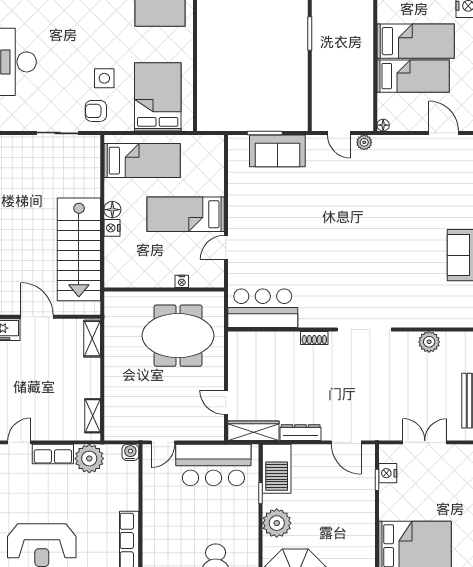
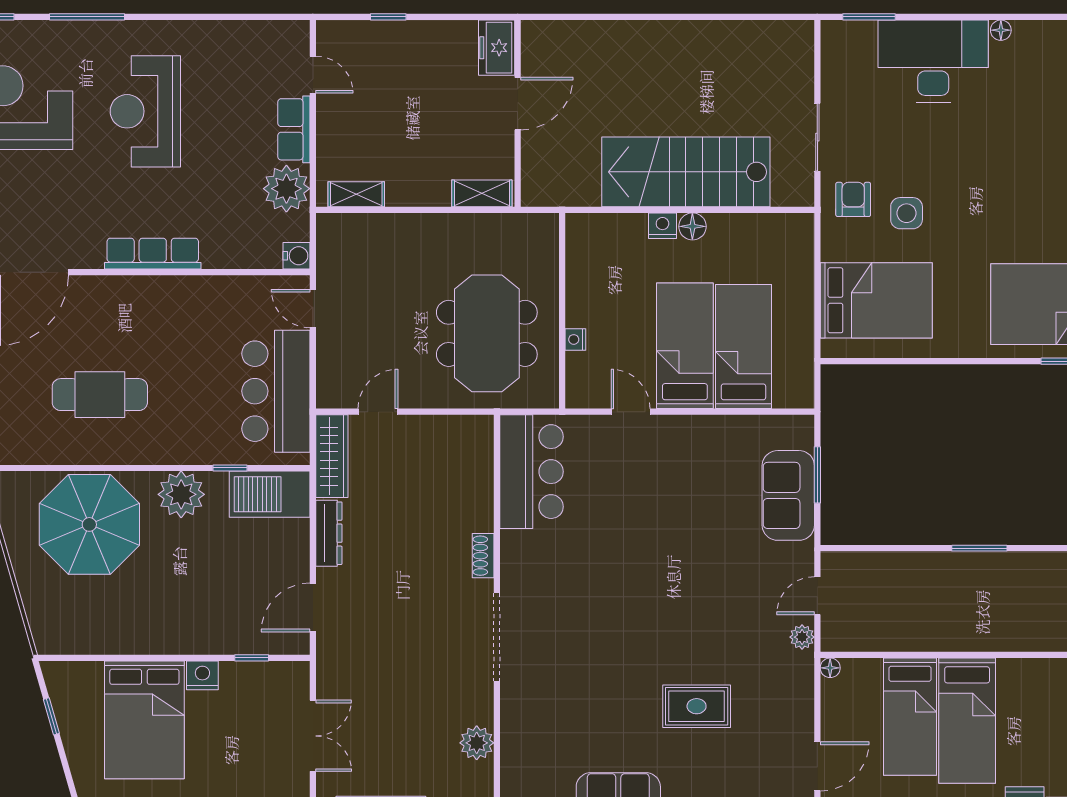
bed: (142, 161) -> (743, 347), moved, turned 180
rug: (407, 207) -> (697, 706), added
stairs: (79, 249) -> (686, 172), moved
nightstand: (388, 473) -> (202, 675), moved

